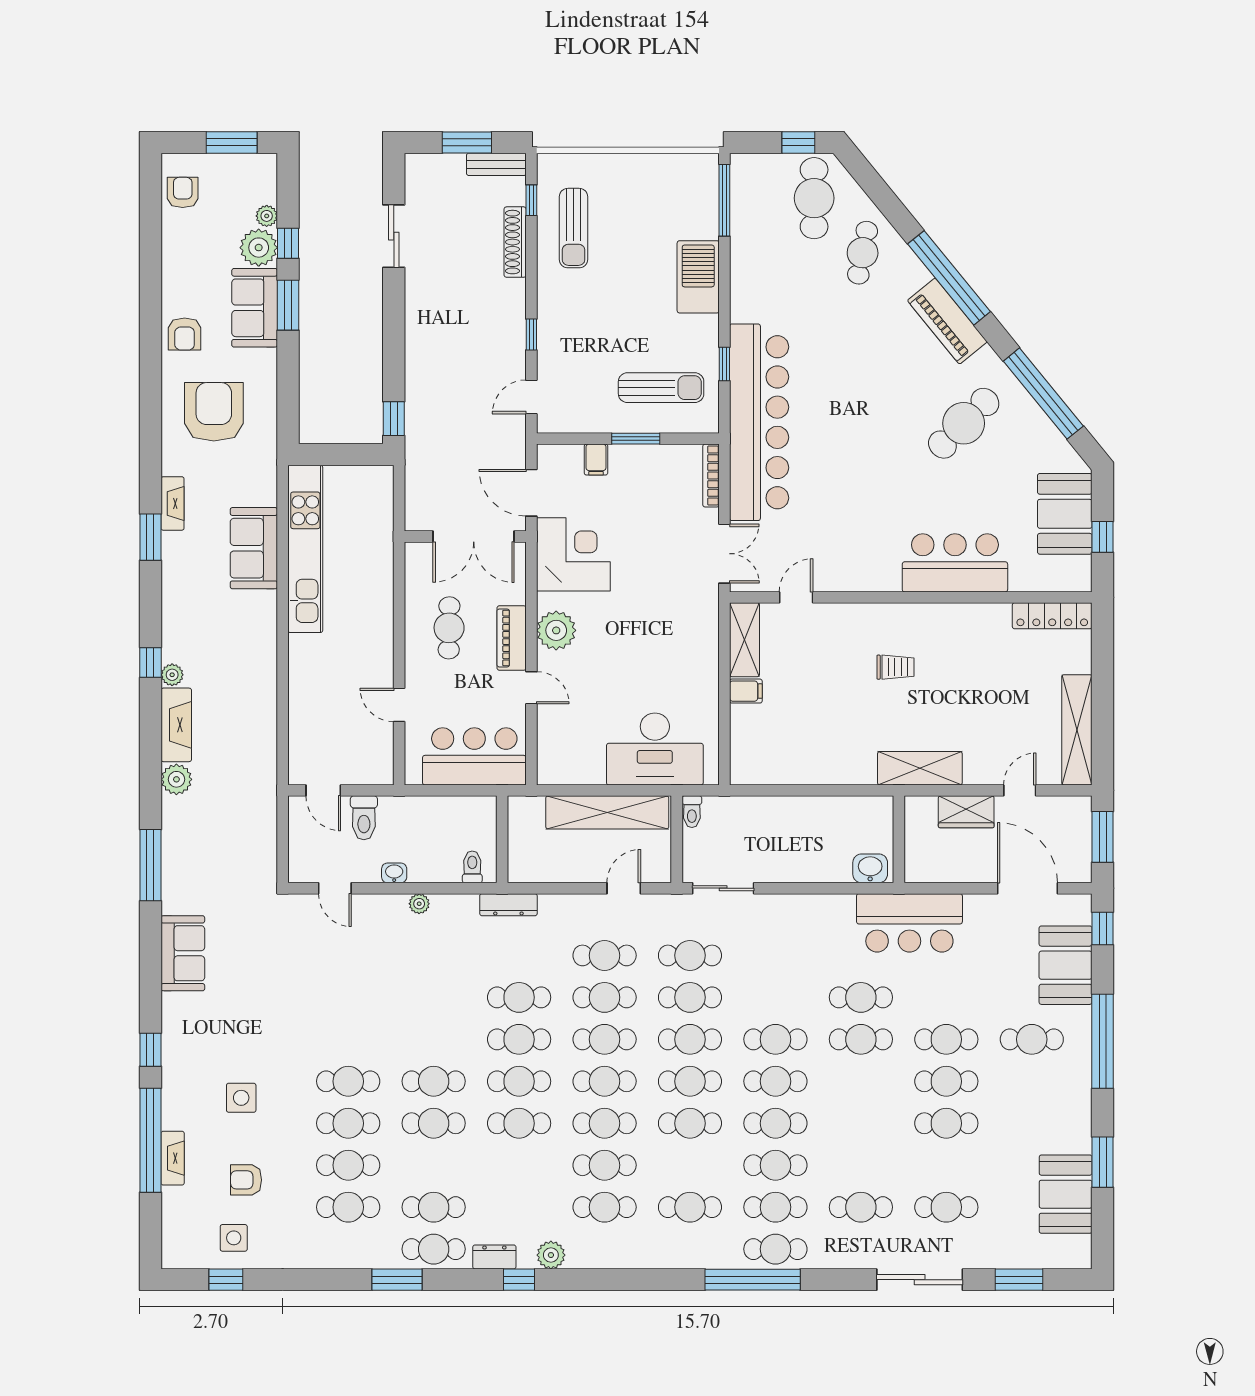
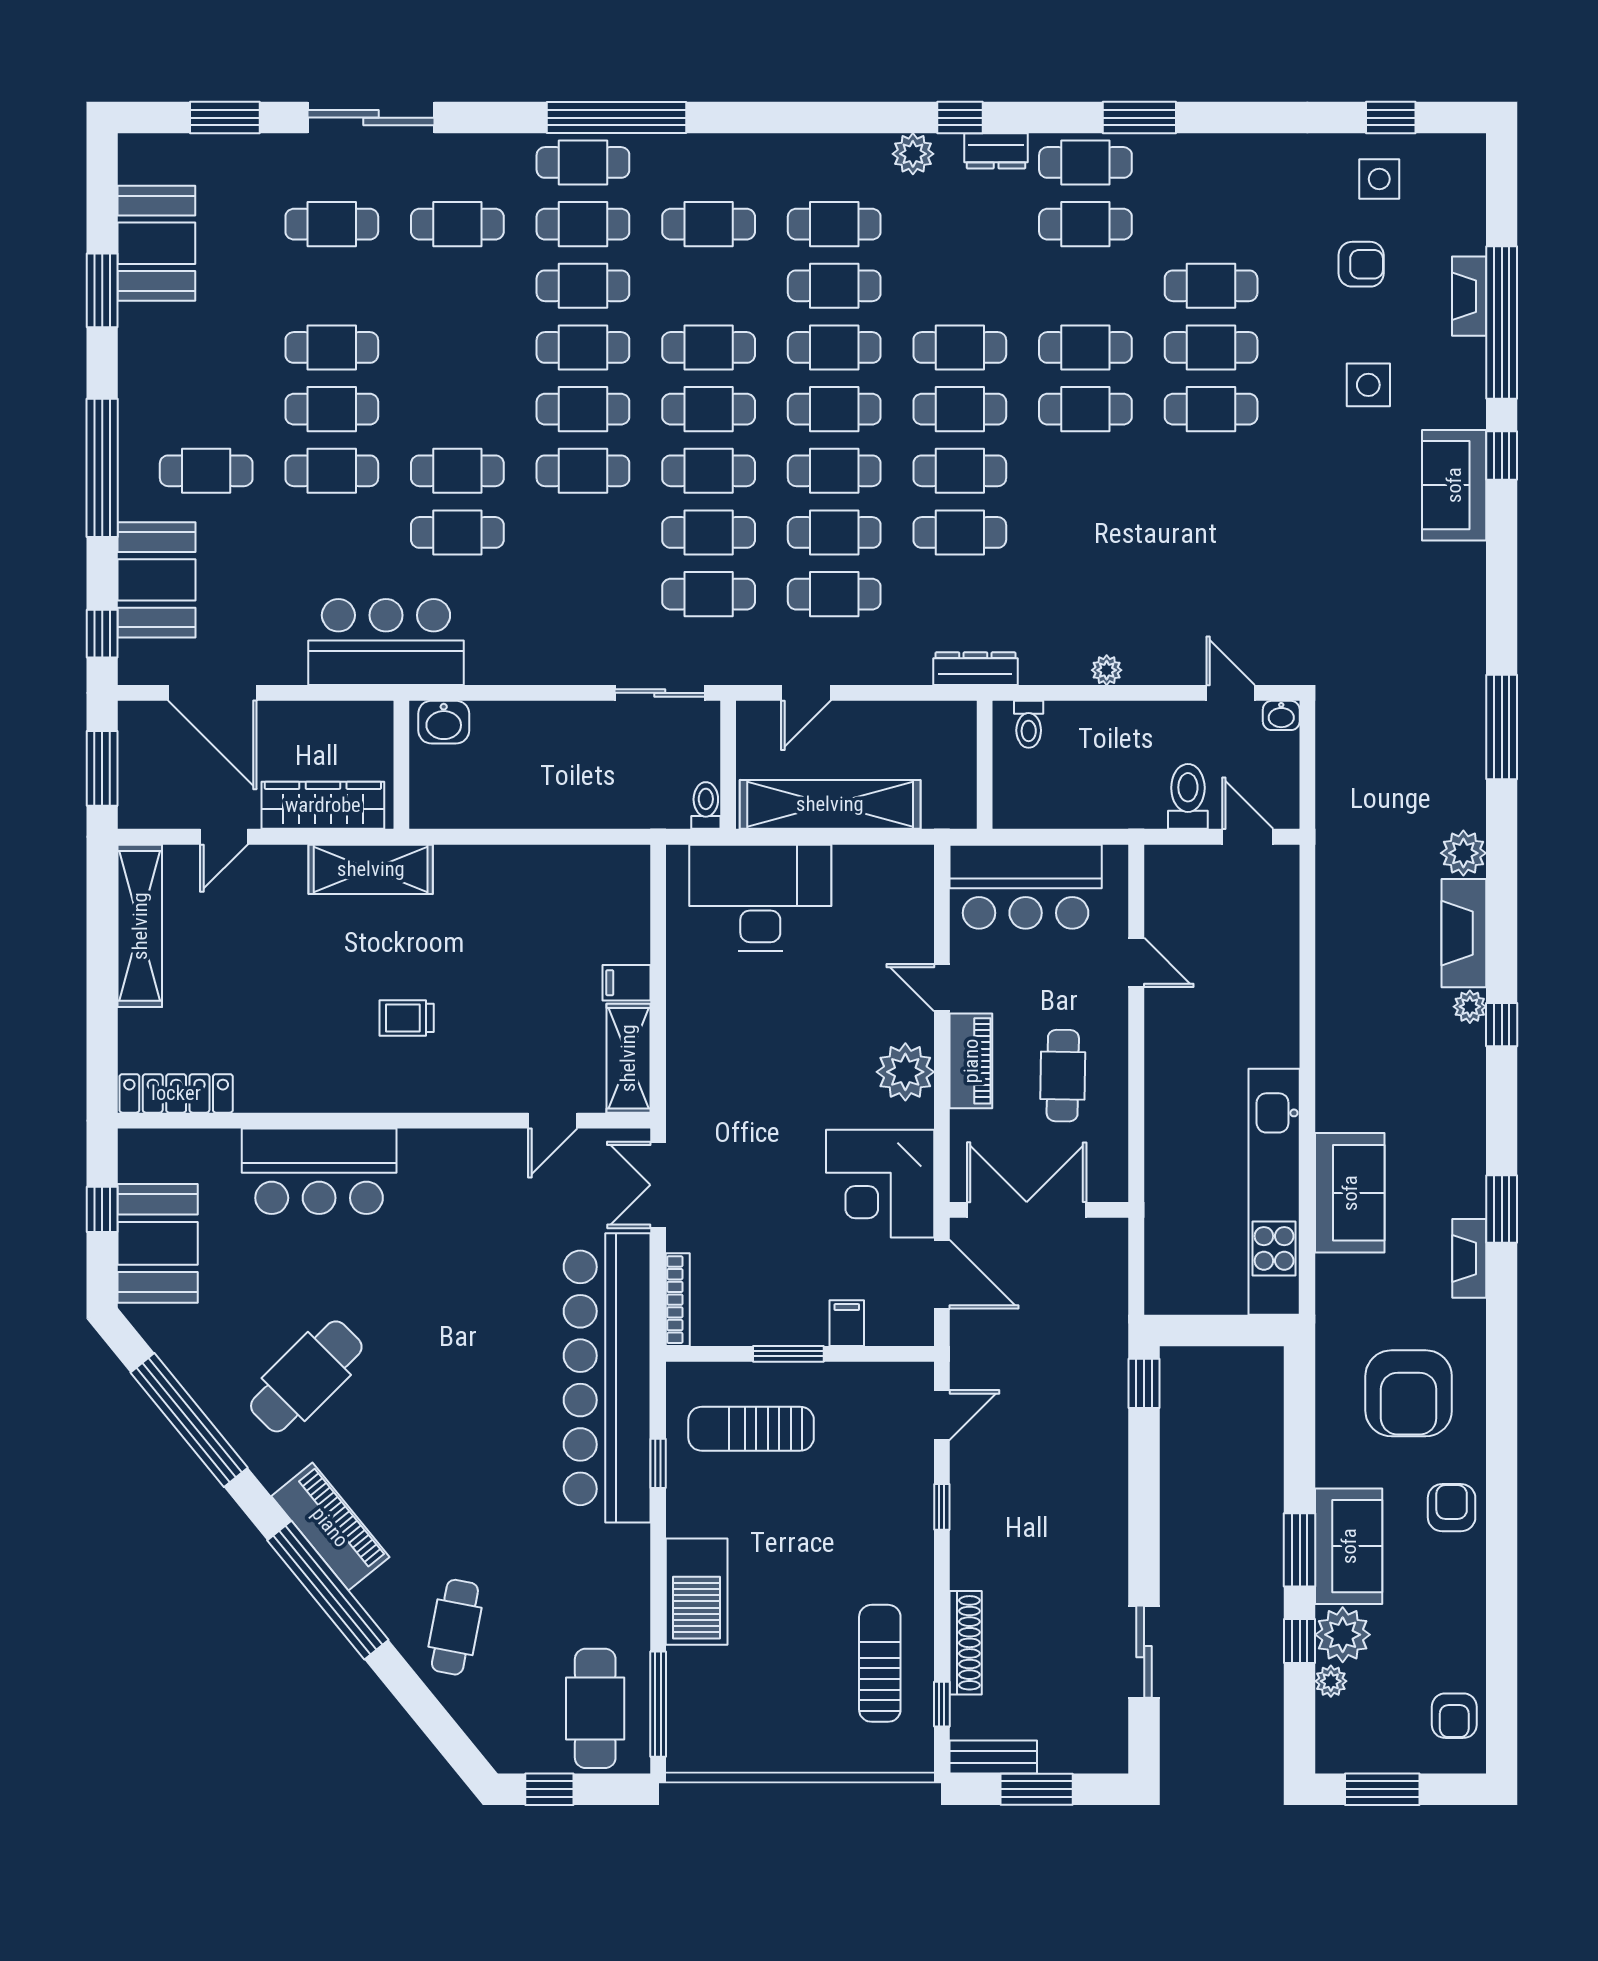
cafe table: (814, 198) -> (595, 1708), moved
wardrobe: (966, 812) -> (323, 805), width x1.50
washbasin: (394, 873) -> (1281, 715), moved
sofa: (183, 953) -> (1454, 485), moved
cafe table: (348, 1207) -> (1211, 224), removed

